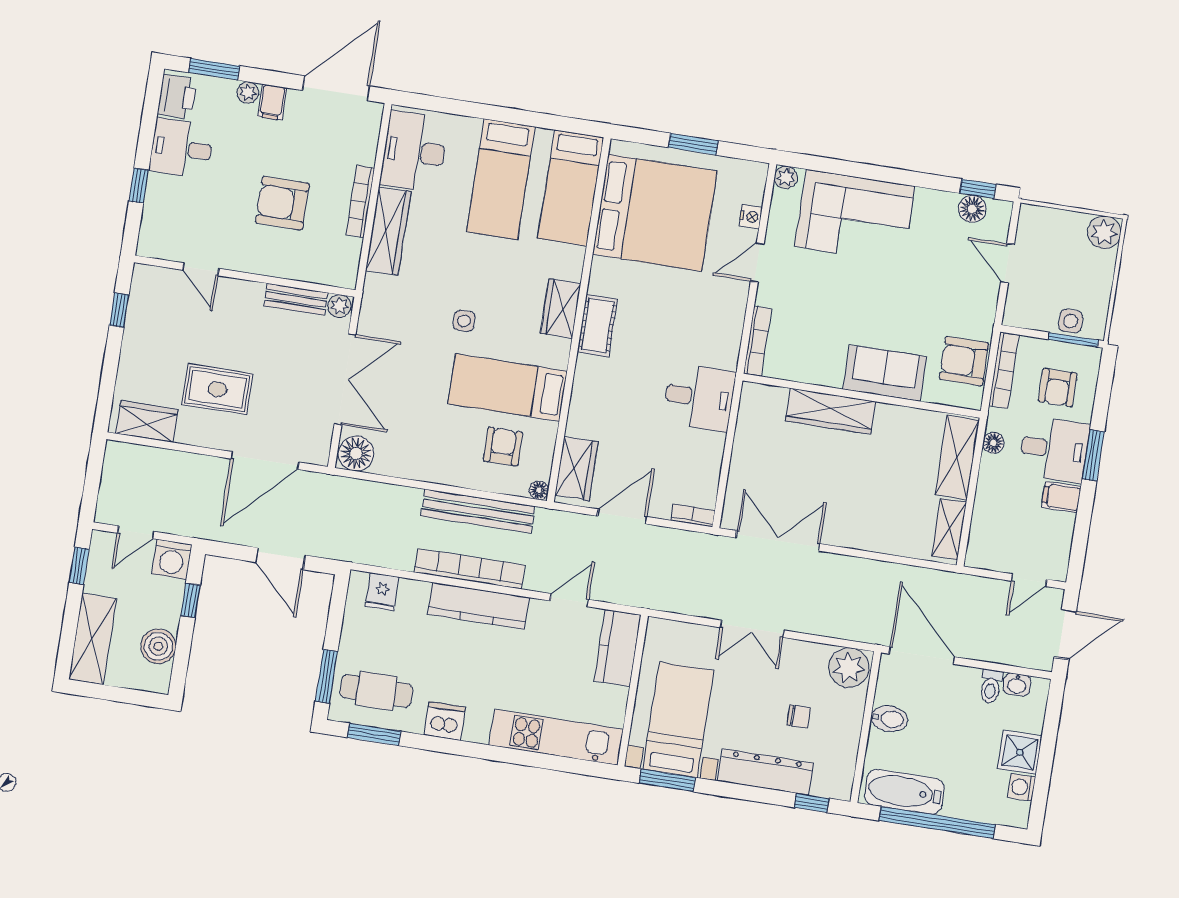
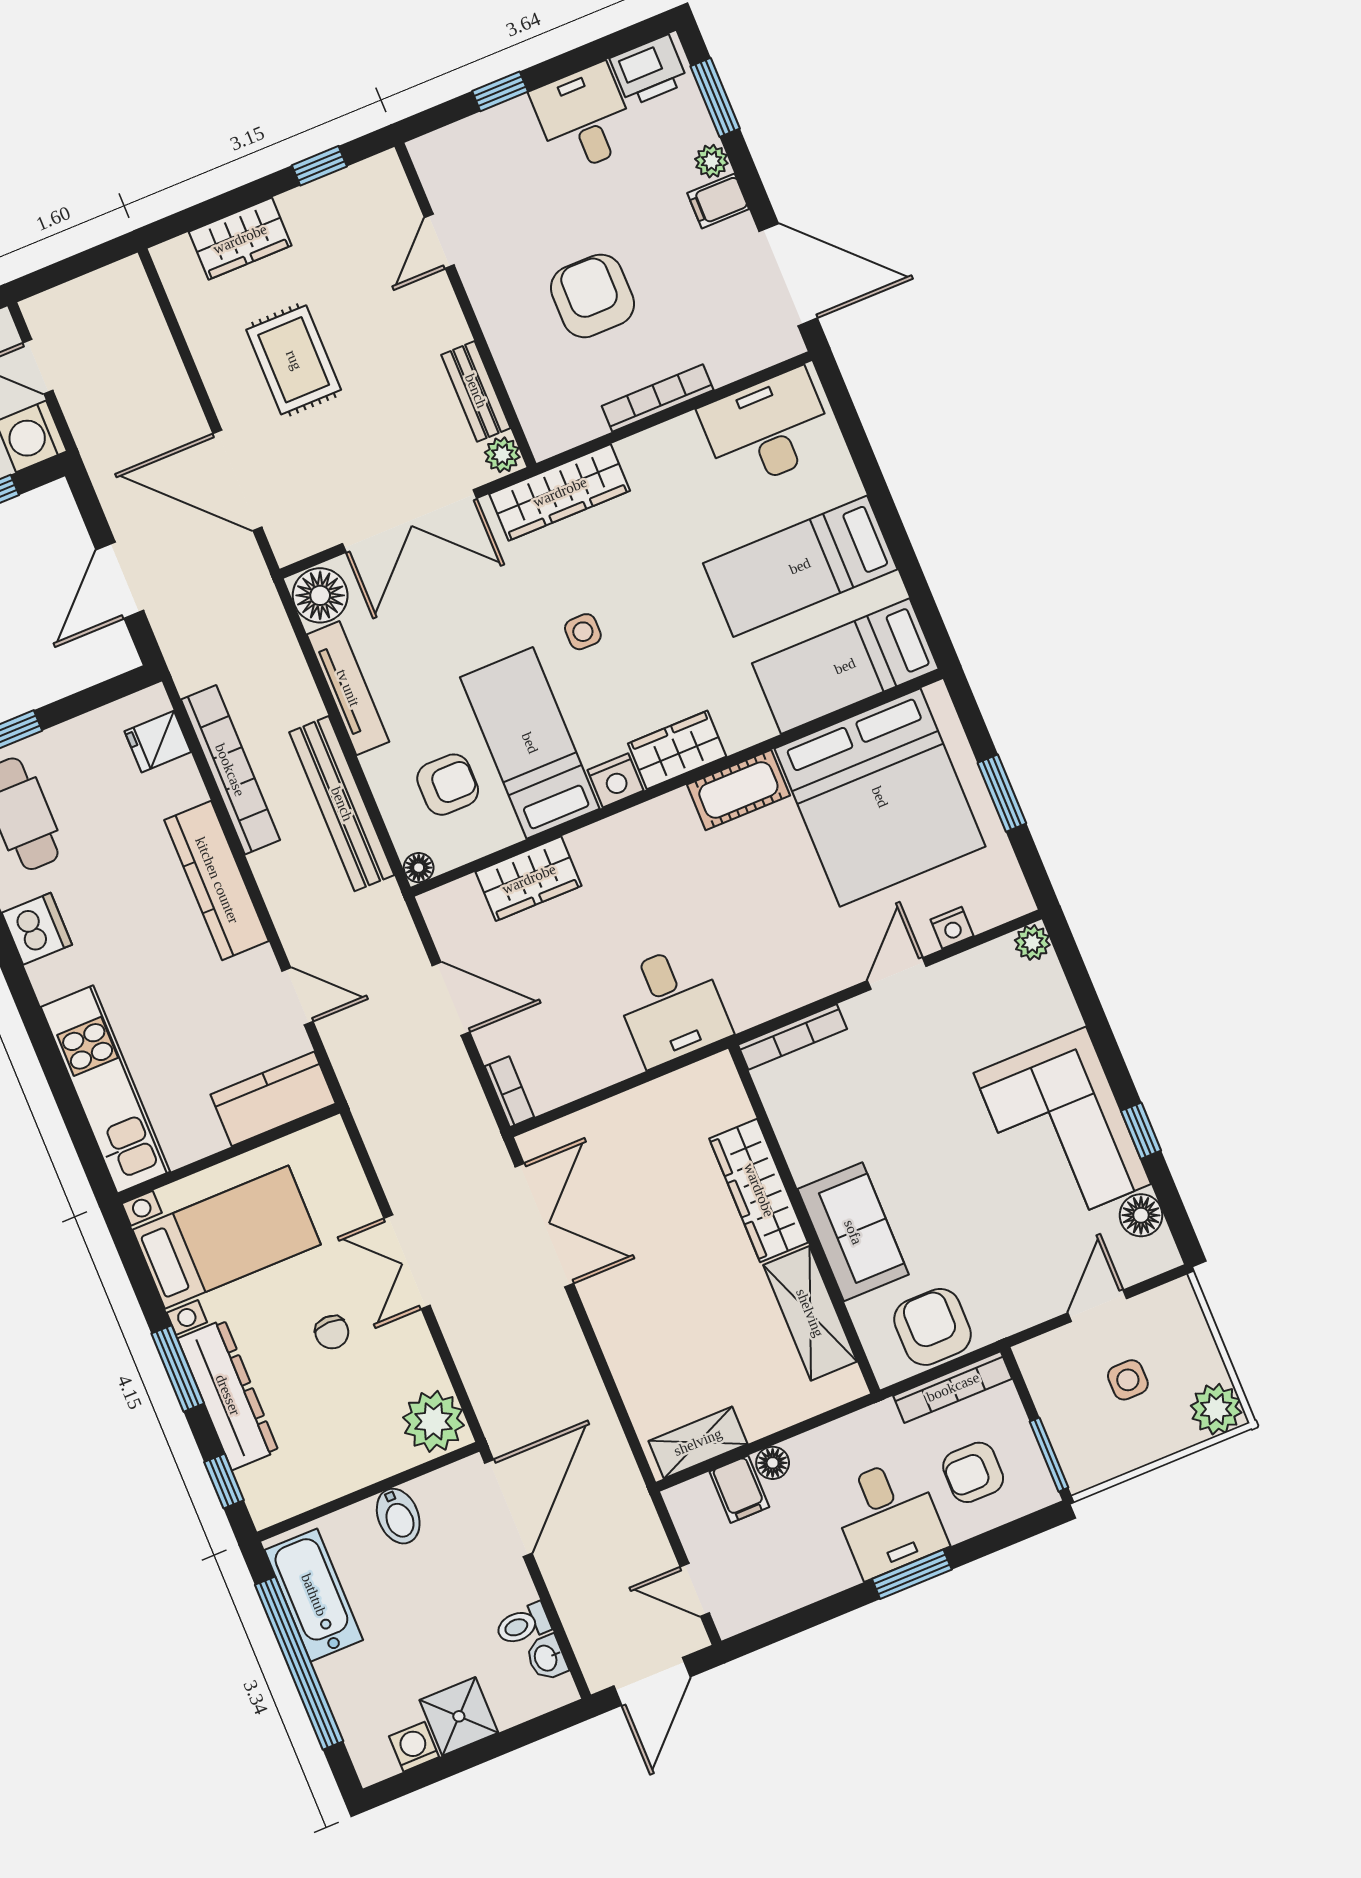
window: (978, 189) -> (1141, 1131), moved
corner sofa: (855, 216) -> (1062, 1129), moved
wardrobe: (388, 231) -> (560, 492), moved
door: (757, 262) -> (897, 973), hinge flipped
side table: (1071, 321) -> (1128, 1380), moved
cot: (597, 326) -> (738, 790), moved
nightstand: (557, 353) -> (615, 780), added
wardrobe: (147, 422) -> (240, 239), moved, turned 90
floor lamp: (993, 443) -> (773, 1463), moved
shelving: (957, 458) -> (810, 1313), moved, turned 90
tv unit: (416, 469) -> (348, 688), added
wardrobe: (576, 469) -> (529, 879), moved
filing cabinet: (1061, 497) -> (739, 1489), moved, turned 180
bookcase: (470, 569) -> (230, 770), moved
door: (1065, 634) -> (652, 1681), hinge flipped
chair: (799, 717) -> (332, 1332), moved
window: (667, 780) -> (178, 1368), moved

